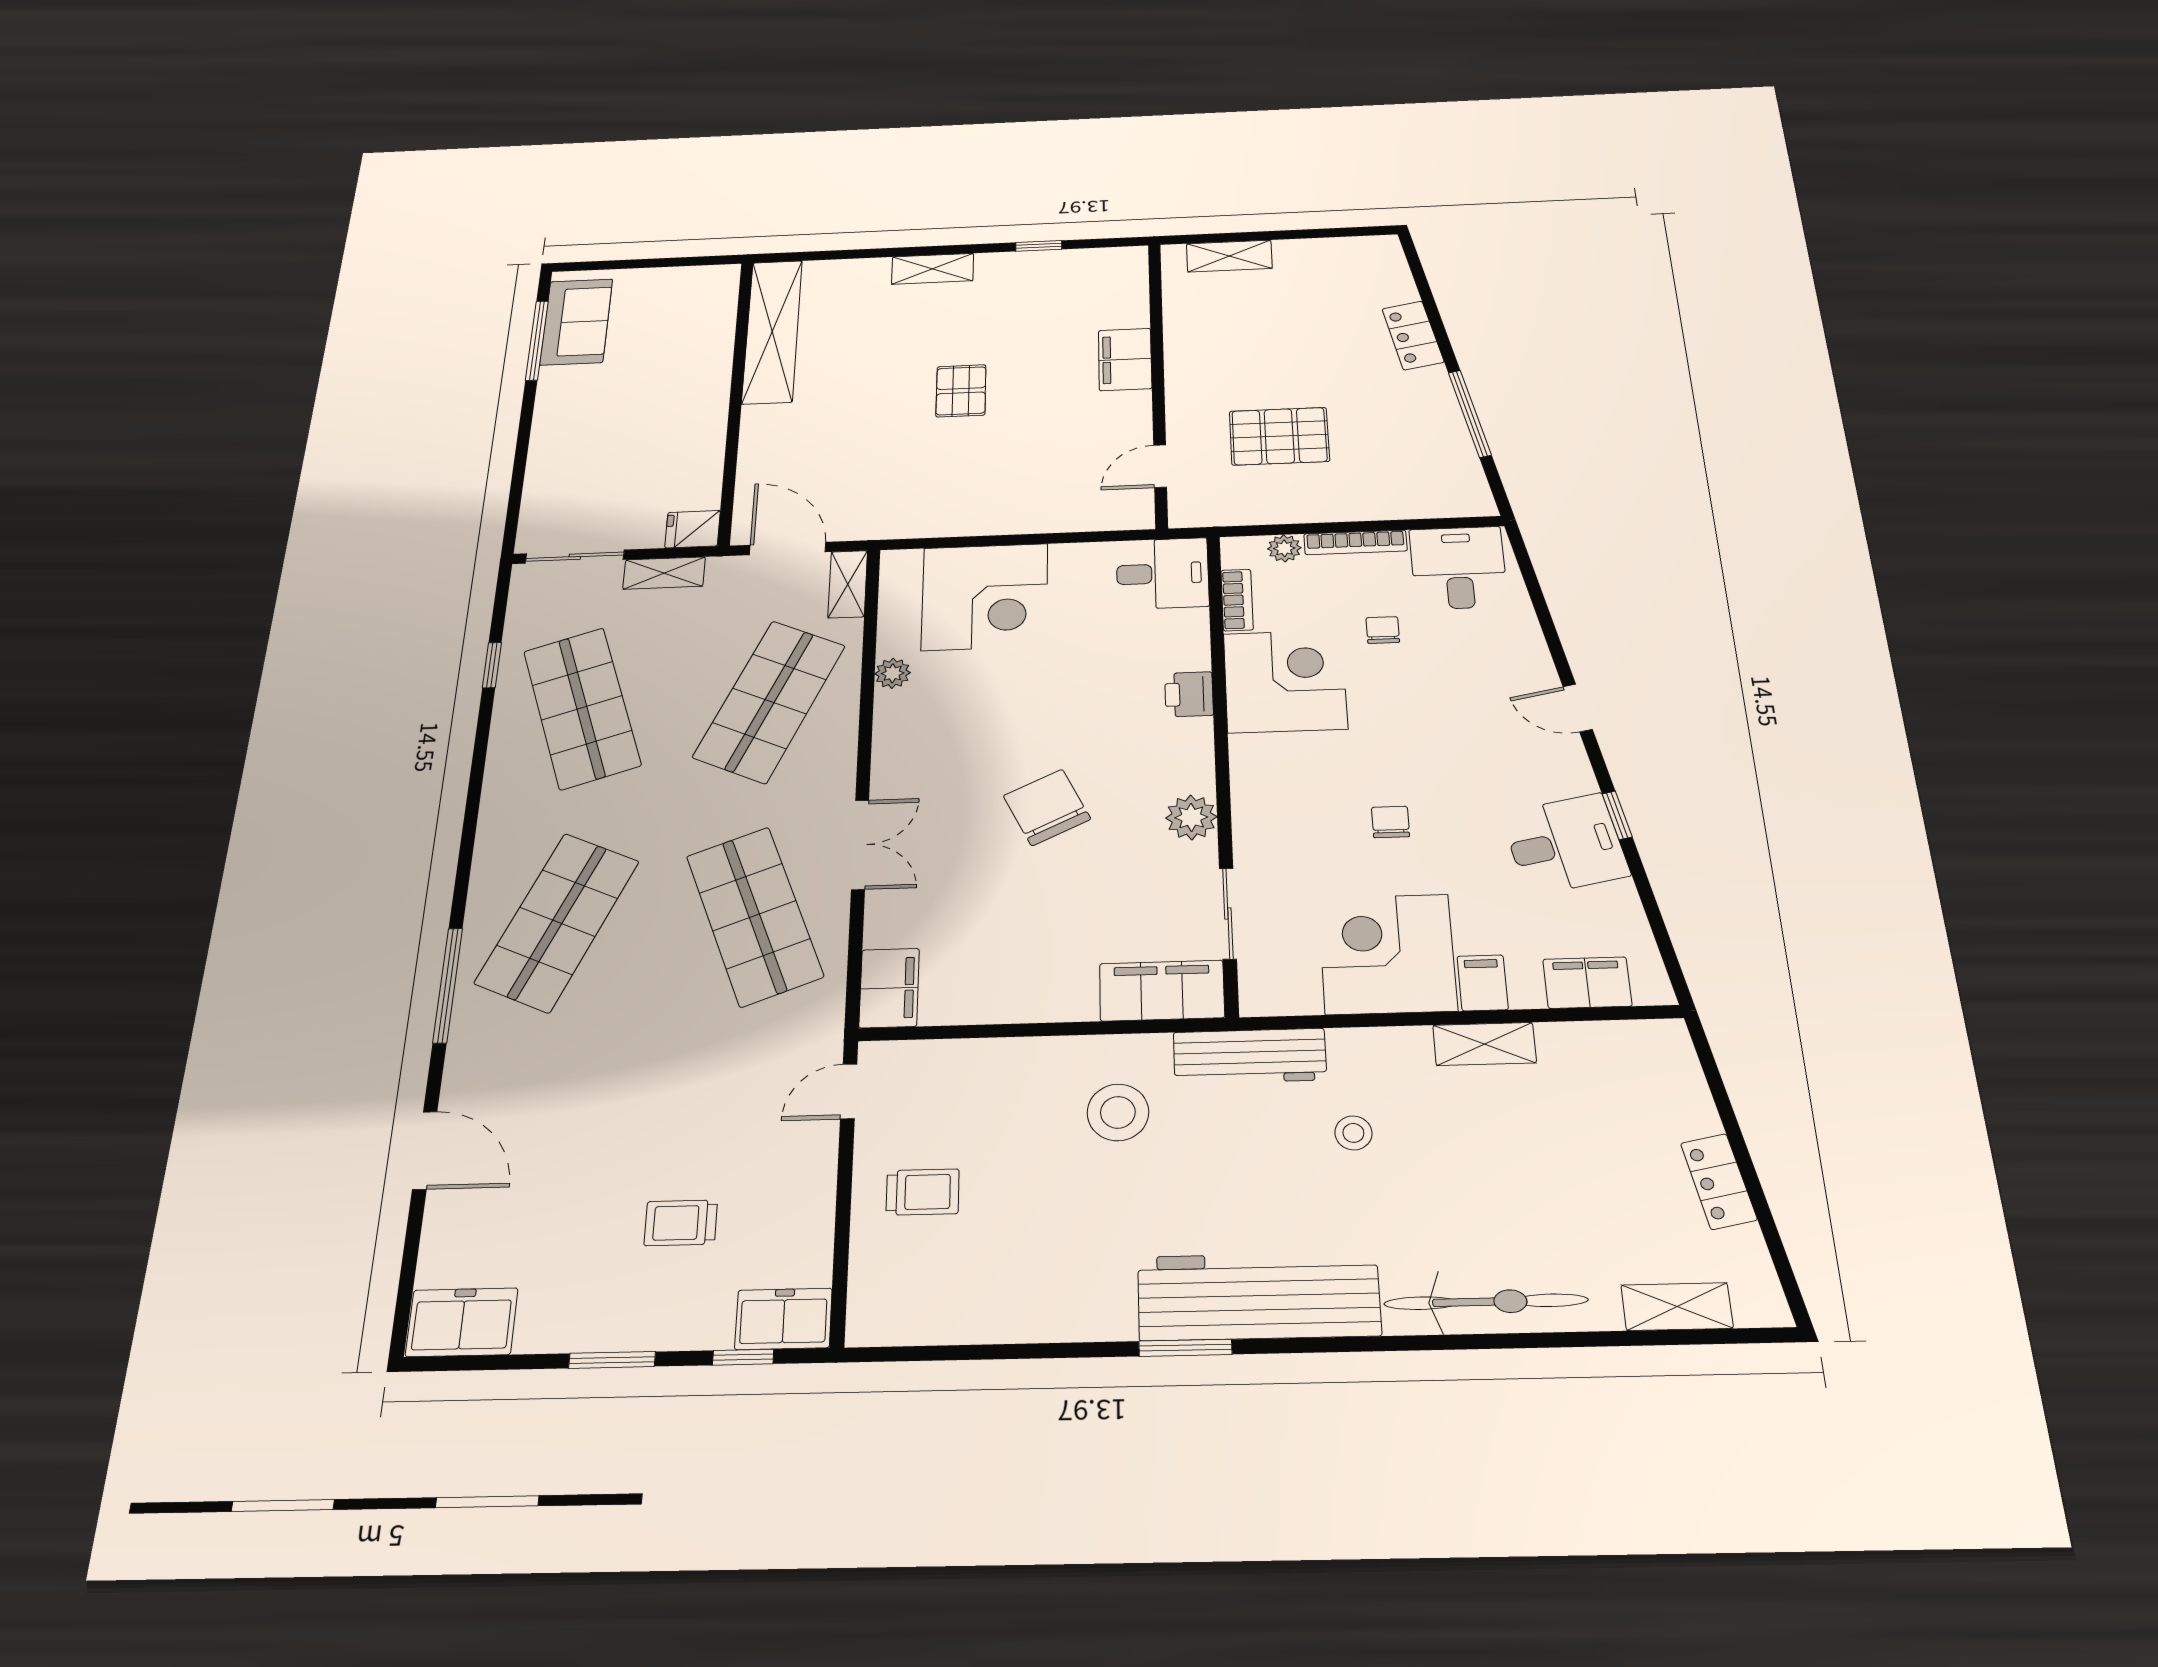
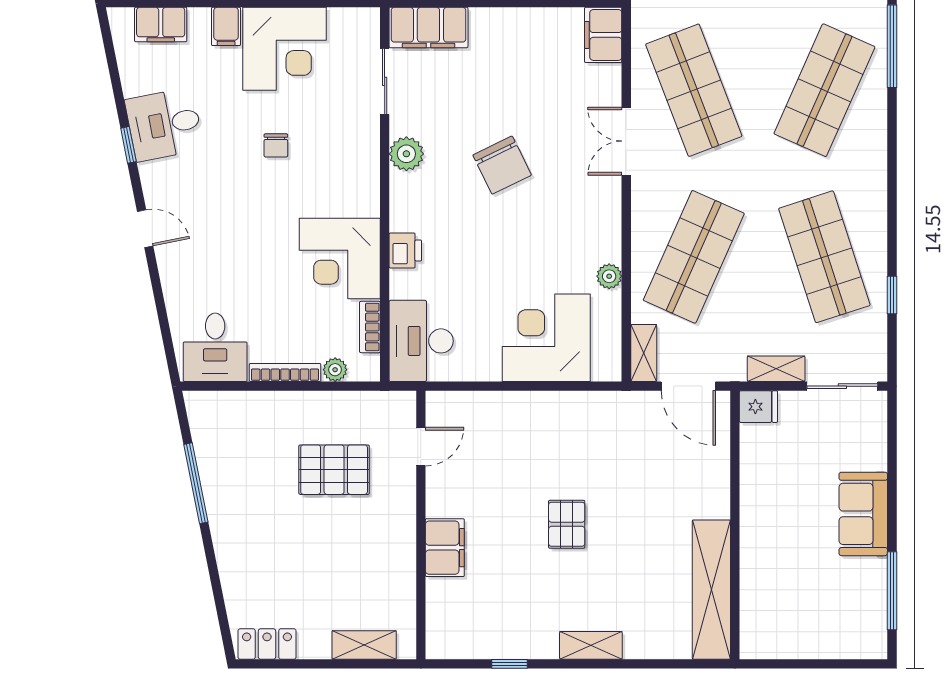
sofa: (576, 322) -> (863, 514), moved
locker: (1413, 335) -> (267, 644), moved, turned -79
desk: (1163, 573) -> (421, 341), width x1.37
chair: (1383, 630) -> (271, 297), removed

